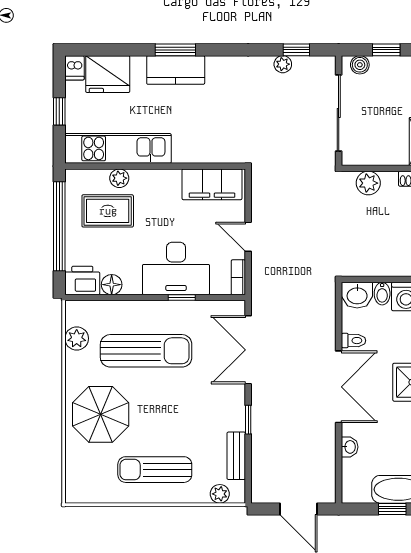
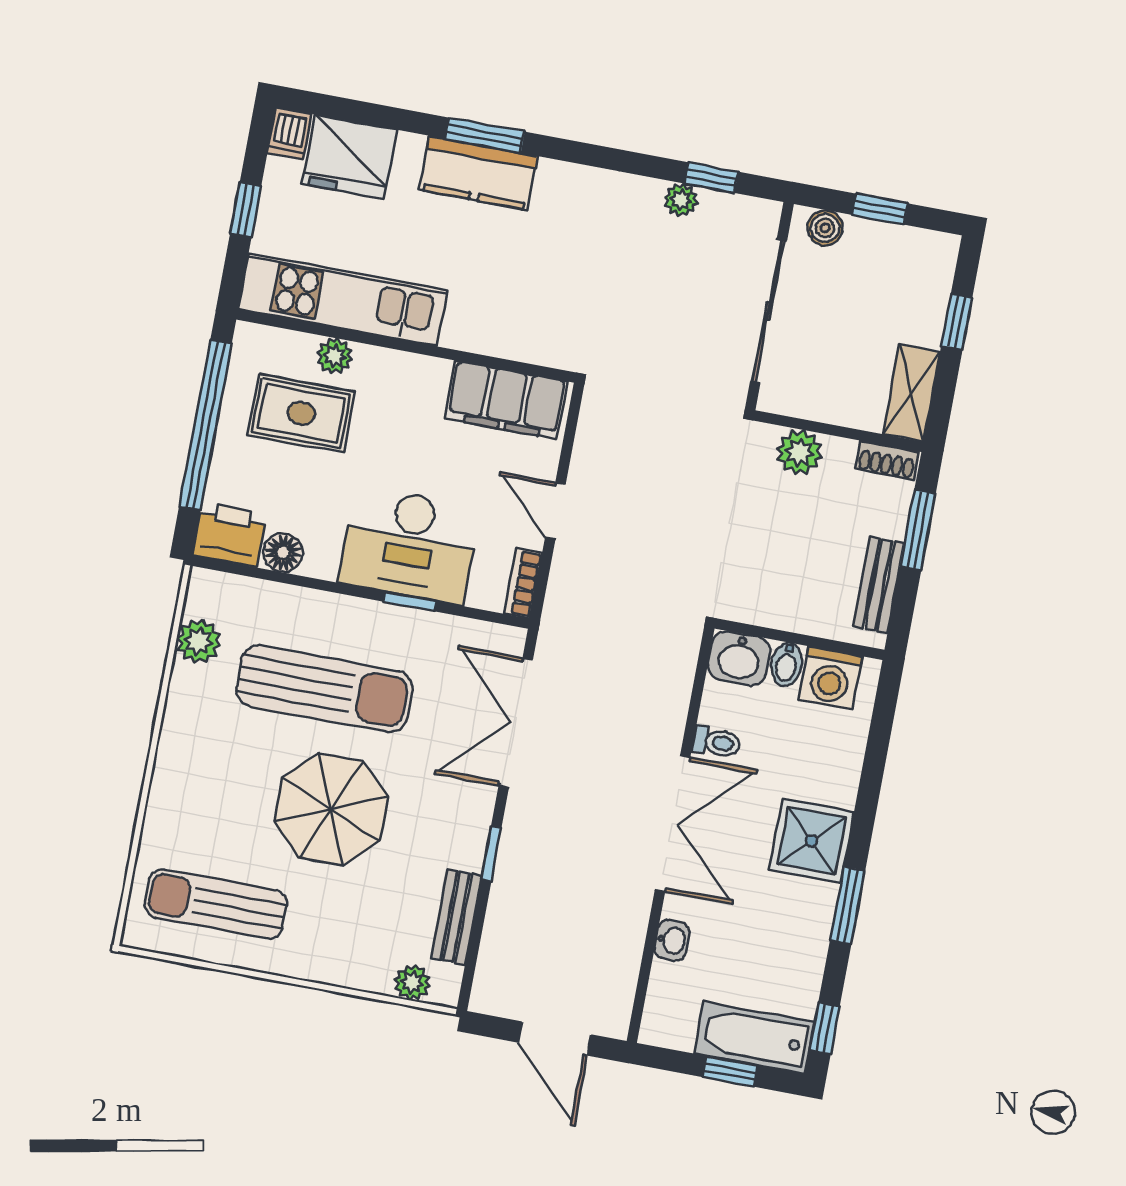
parasol: (101, 414) -> (331, 809), moved
sun lounger: (155, 470) -> (216, 904), moved

